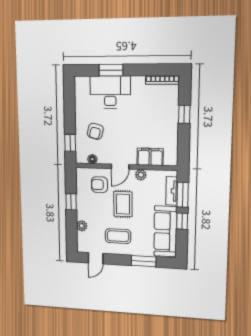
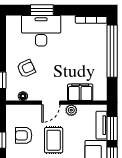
window: (184, 114) -> (112, 51), width x3.17
armchair: (95, 131) -> (26, 69), turned -129
armchair: (99, 185) -> (24, 135), moved

